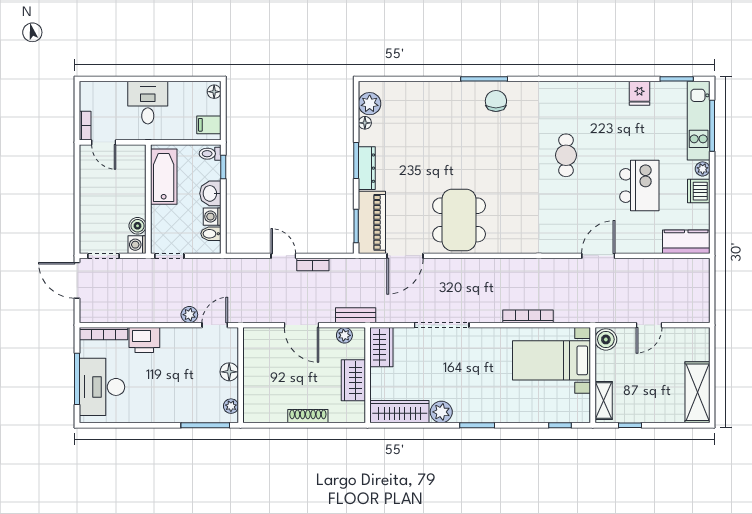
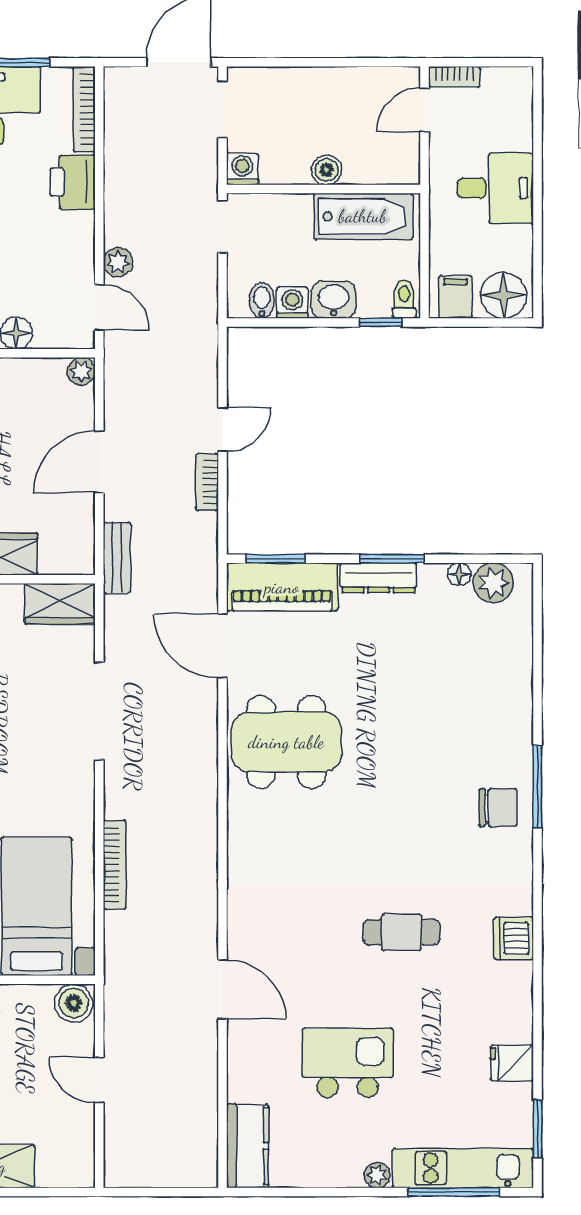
floor lamp: (214, 92) -> (504, 295), width x1.89, depth x1.89
kitchen island: (639, 185) -> (348, 1063), turned 180
dishwasher: (699, 191) -> (514, 938), moved, turned -90
boiler: (138, 226) -> (327, 170), moved
plant: (344, 335) -> (81, 371), moved

